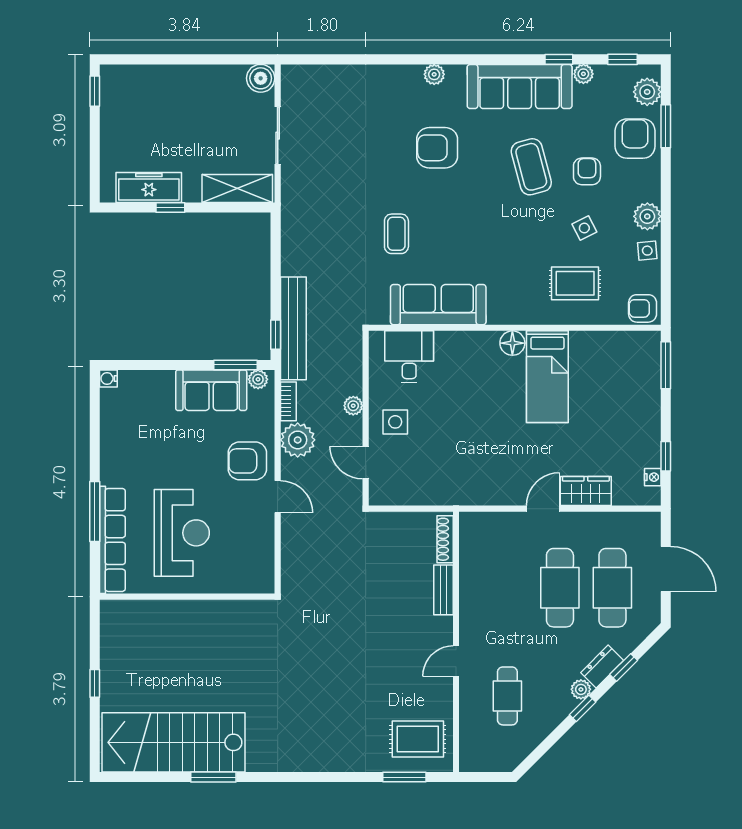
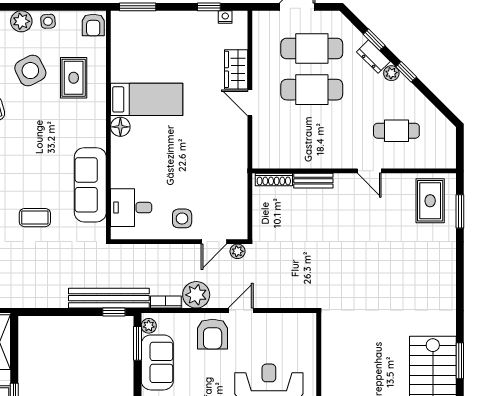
side table: (584, 228) -> (30, 71), width x1.87, depth x1.87
plant: (353, 406) -> (238, 251), moved

